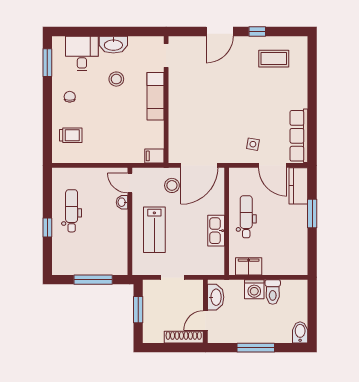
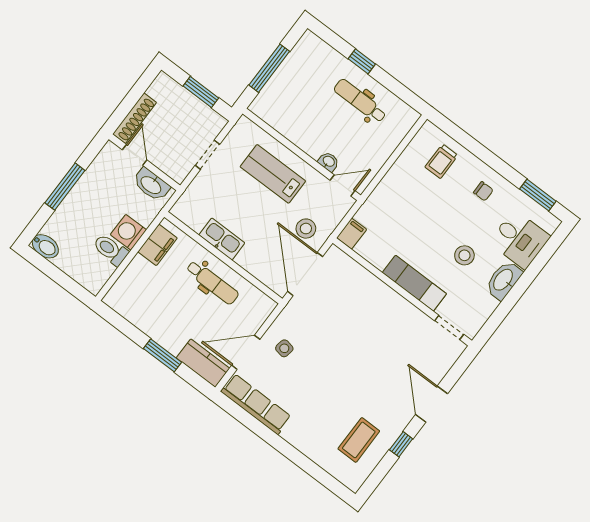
dental chair: (72, 211) -> (360, 101), turned 180

